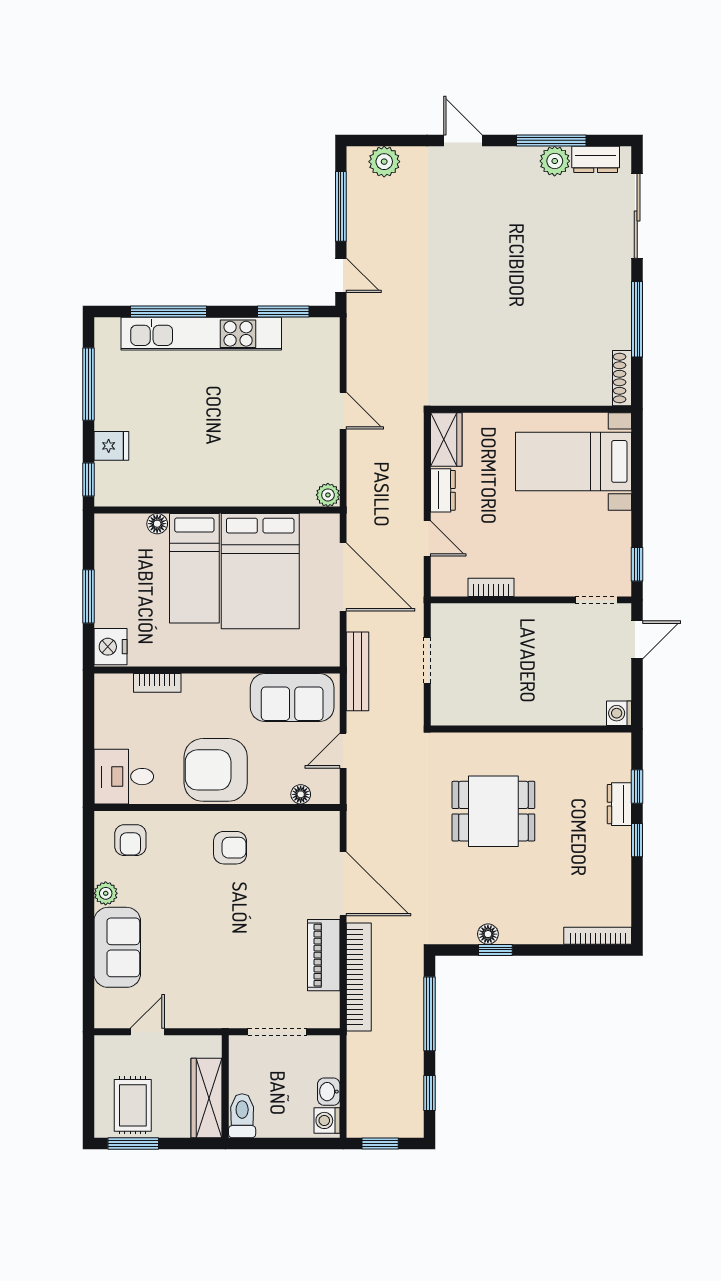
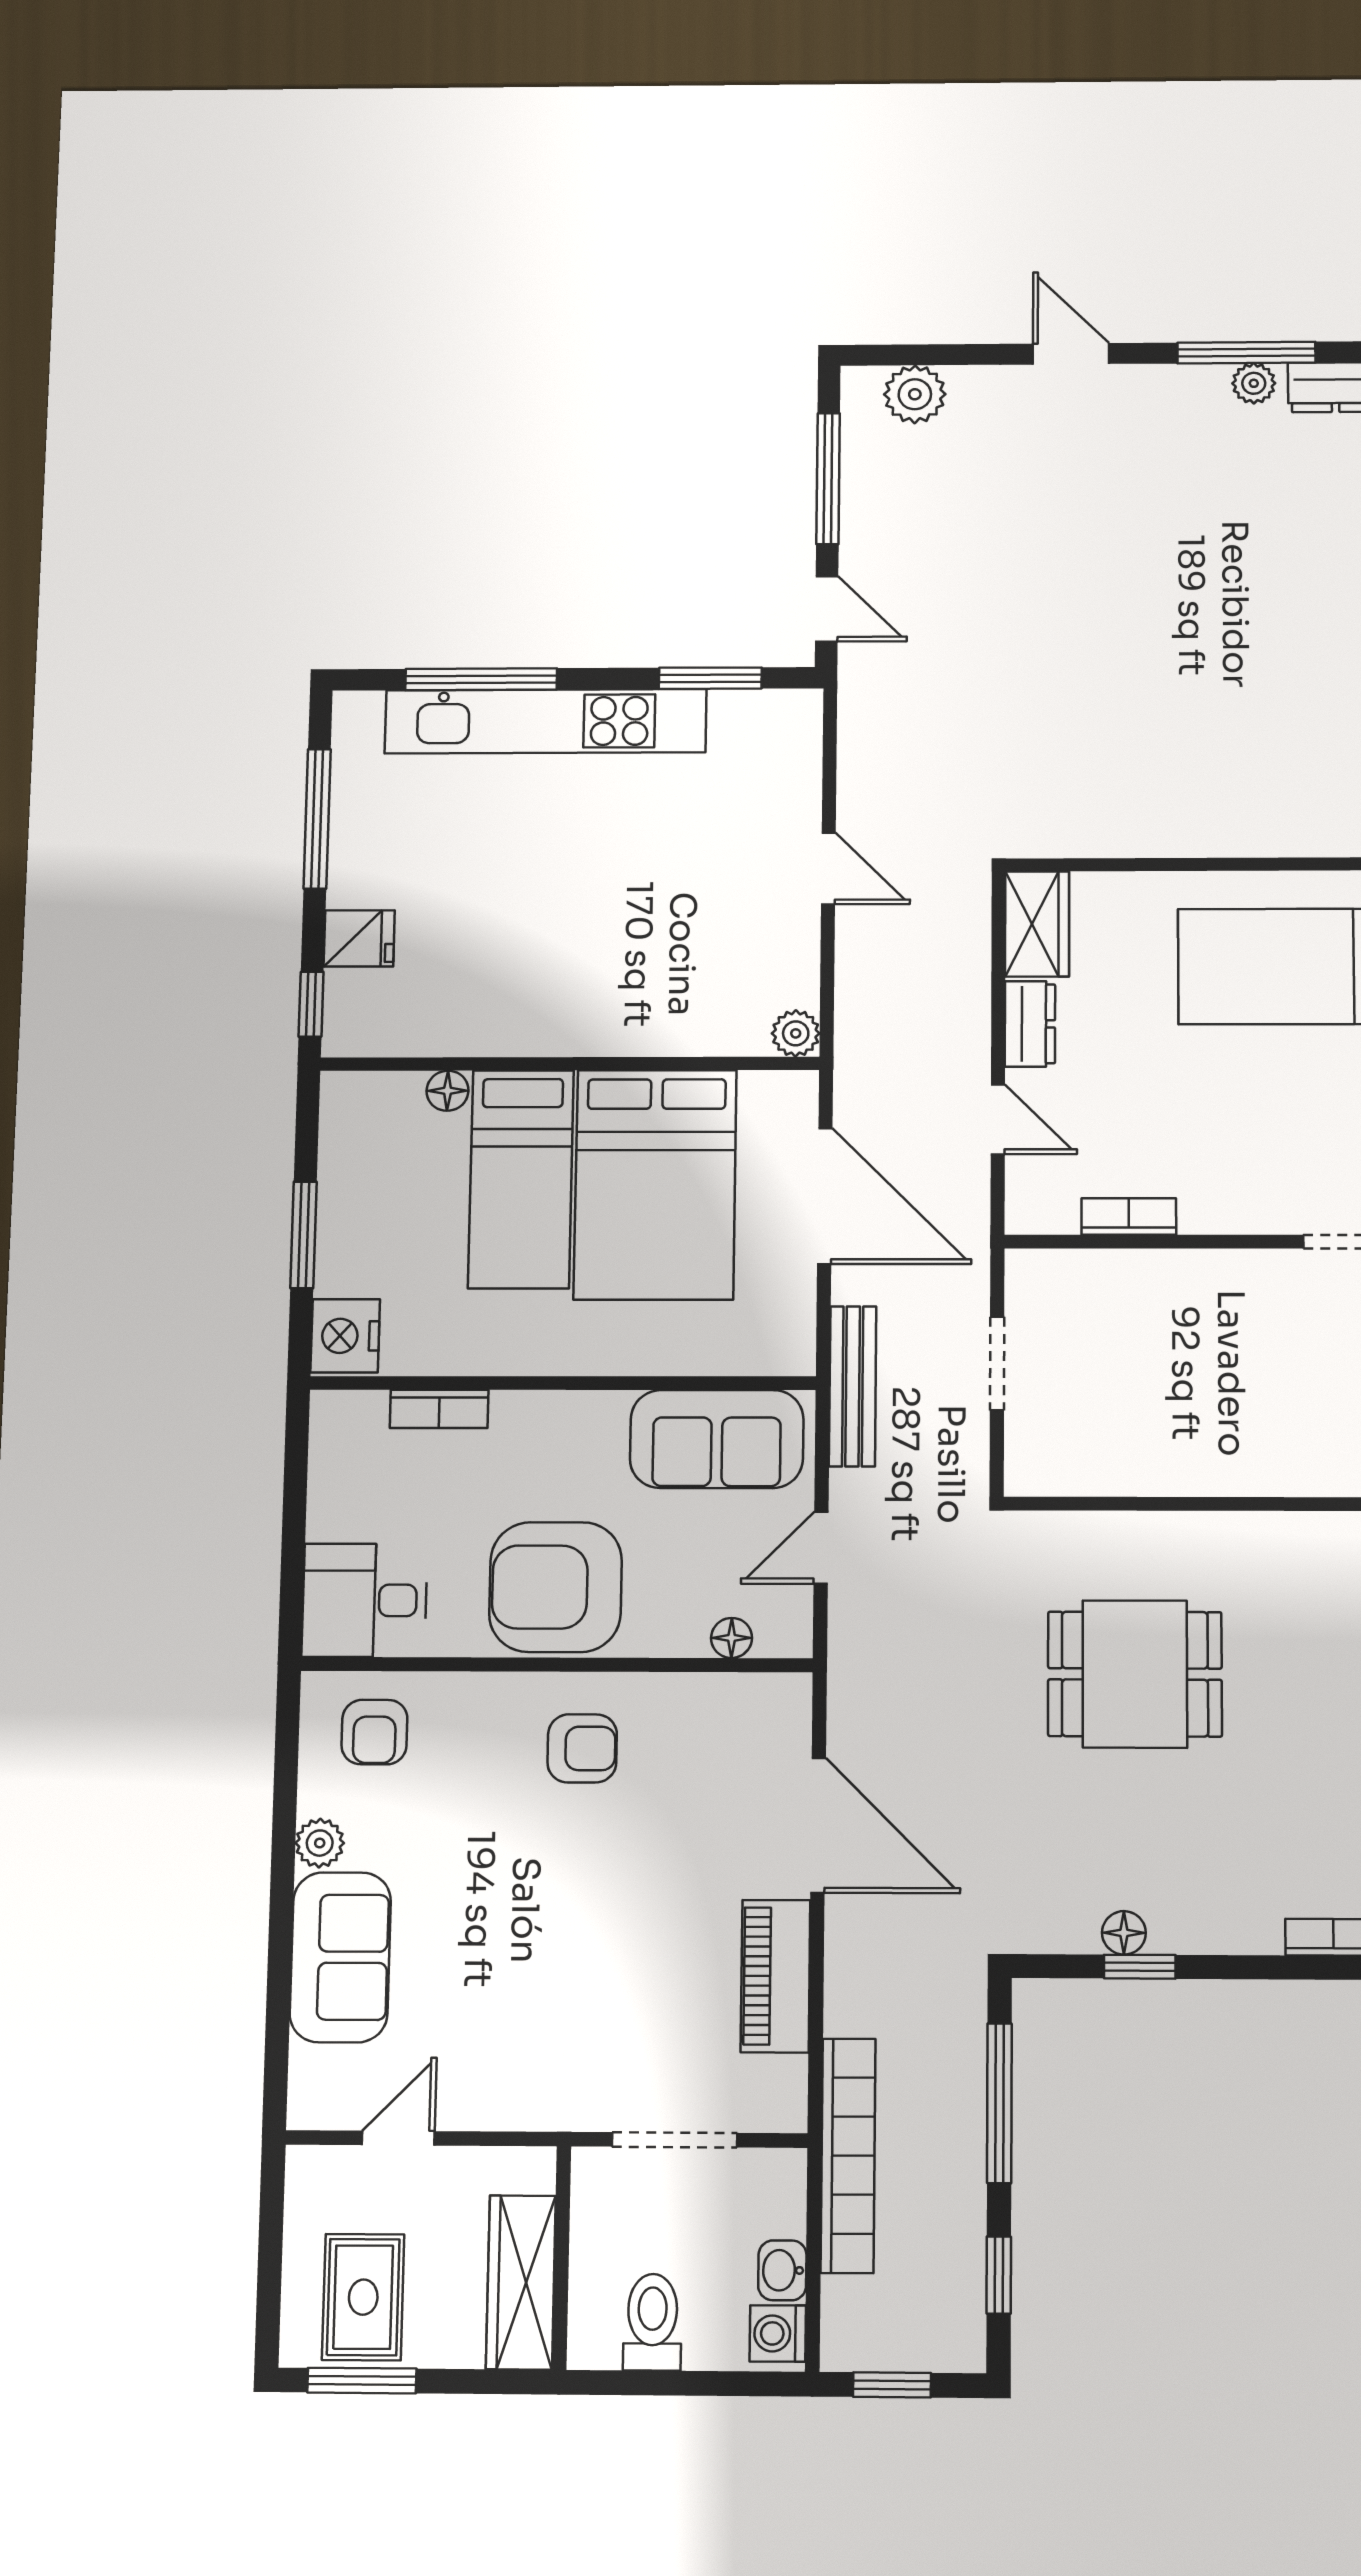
plant: (555, 161) -> (1254, 383), width x0.73, depth x0.73
bookcase: (359, 977) -> (848, 2155), moved
toilet: (242, 1116) -> (652, 2322), moved

